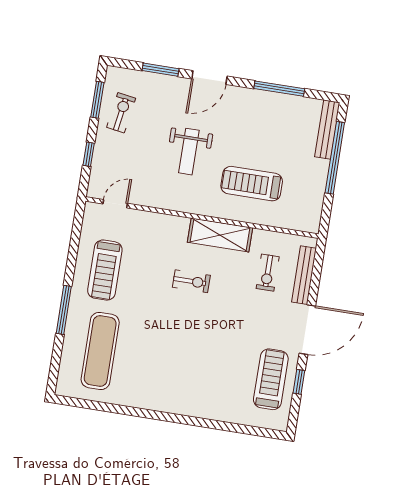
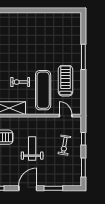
exercise bike: (121, 113) -> (64, 145), moved
door: (115, 204) -> (66, 116), swing flipped
exercise mat: (100, 351) -> (43, 90), moved

